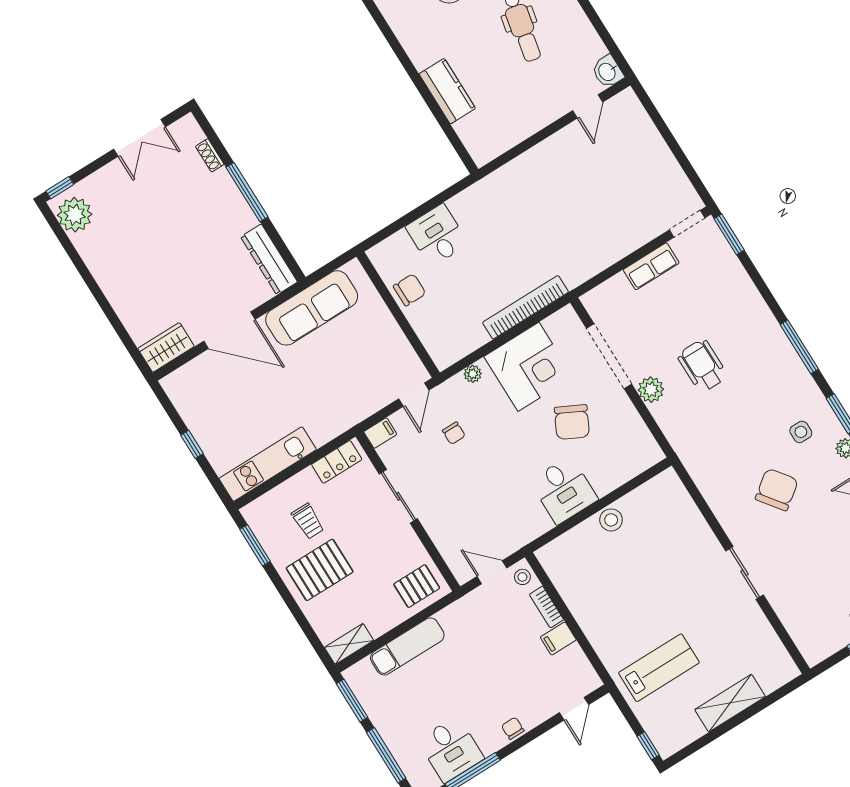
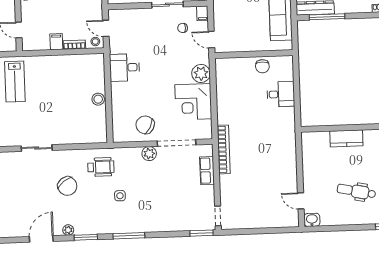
window: (247, 192) -> (327, 17), moved
row of seats: (651, 266) -> (207, 171), moved
bookcase: (526, 307) -> (224, 149), moved
wheelchair: (702, 366) -> (101, 167), moved
plant: (473, 374) -> (201, 73), width x1.88, depth x1.88
chair: (572, 422) -> (145, 125), moved
side table: (801, 432) -> (120, 196), moved
chair: (454, 433) -> (183, 28), moved
desk: (564, 490) -> (125, 67), moved
door: (492, 572) -> (106, 28), swing flipped

